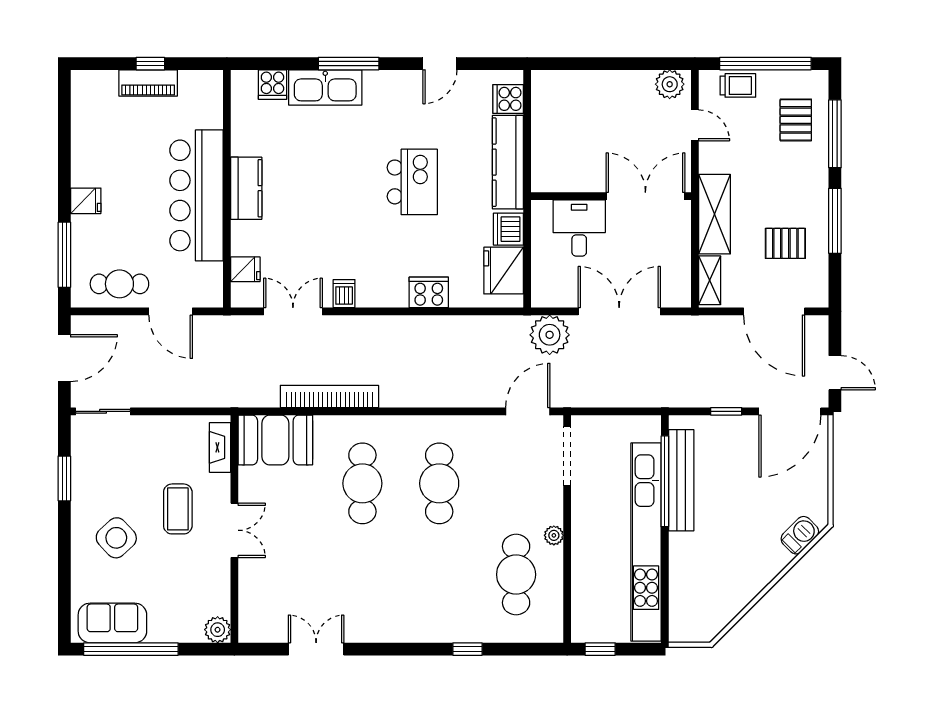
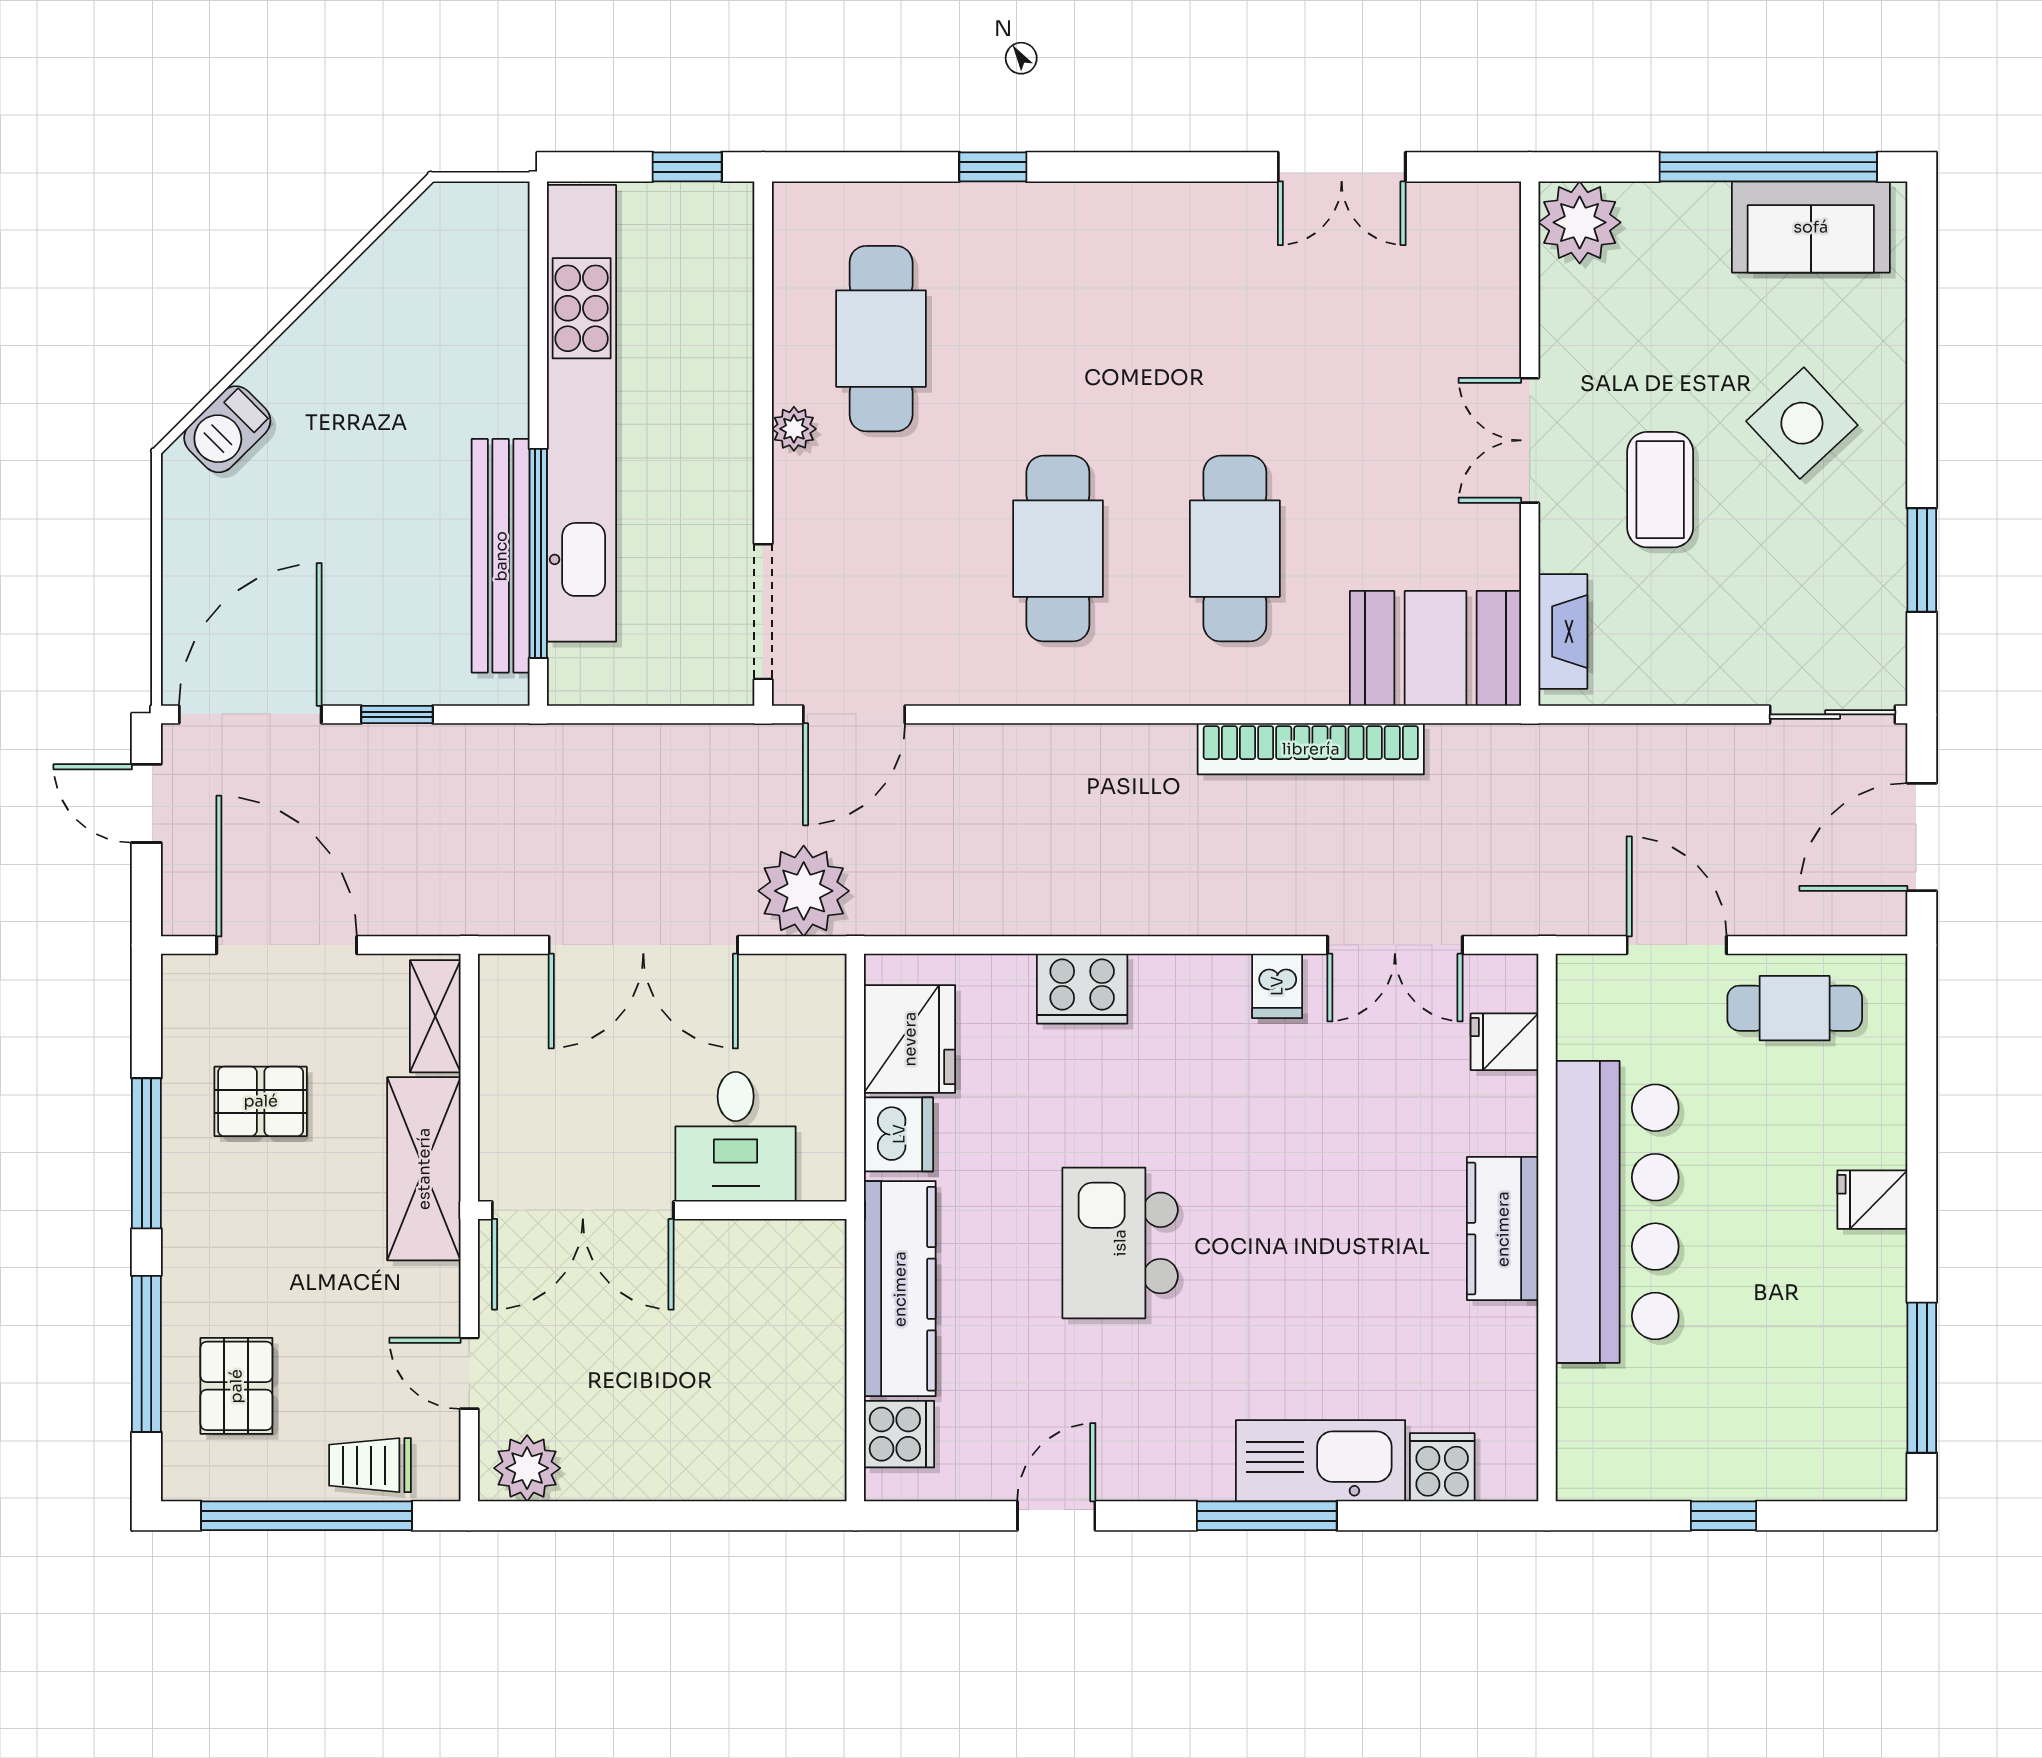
piano: (148, 83) -> (1729, 1471), removed
window: (64, 255) -> (1922, 1378), moved
plant: (218, 630) -> (1580, 222), width x1.36, depth x1.36

